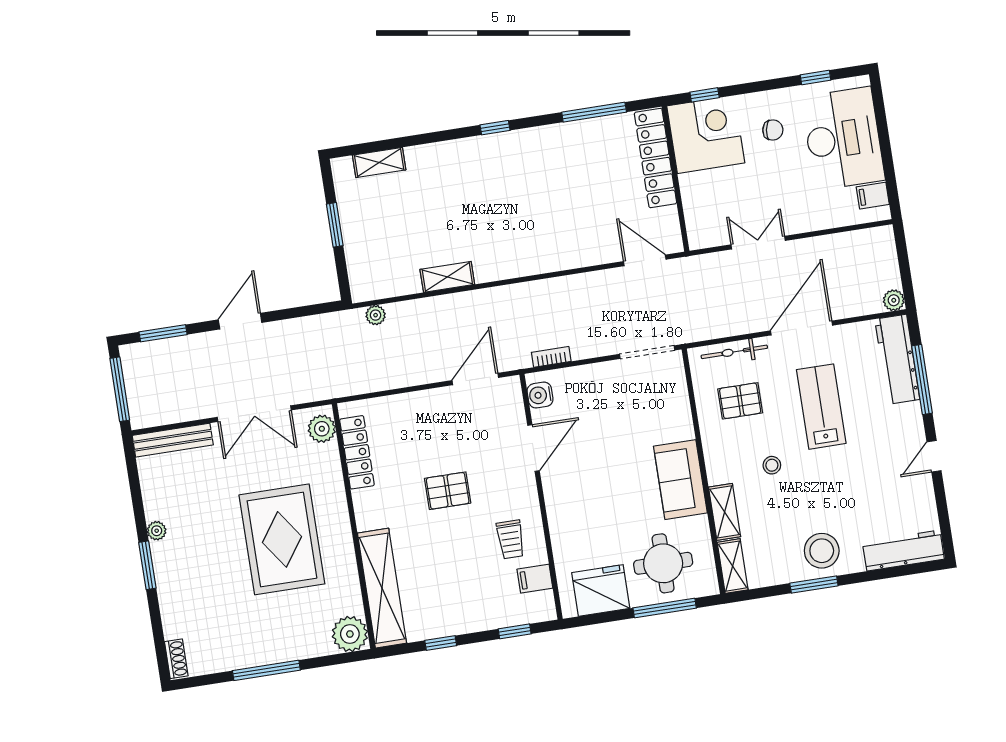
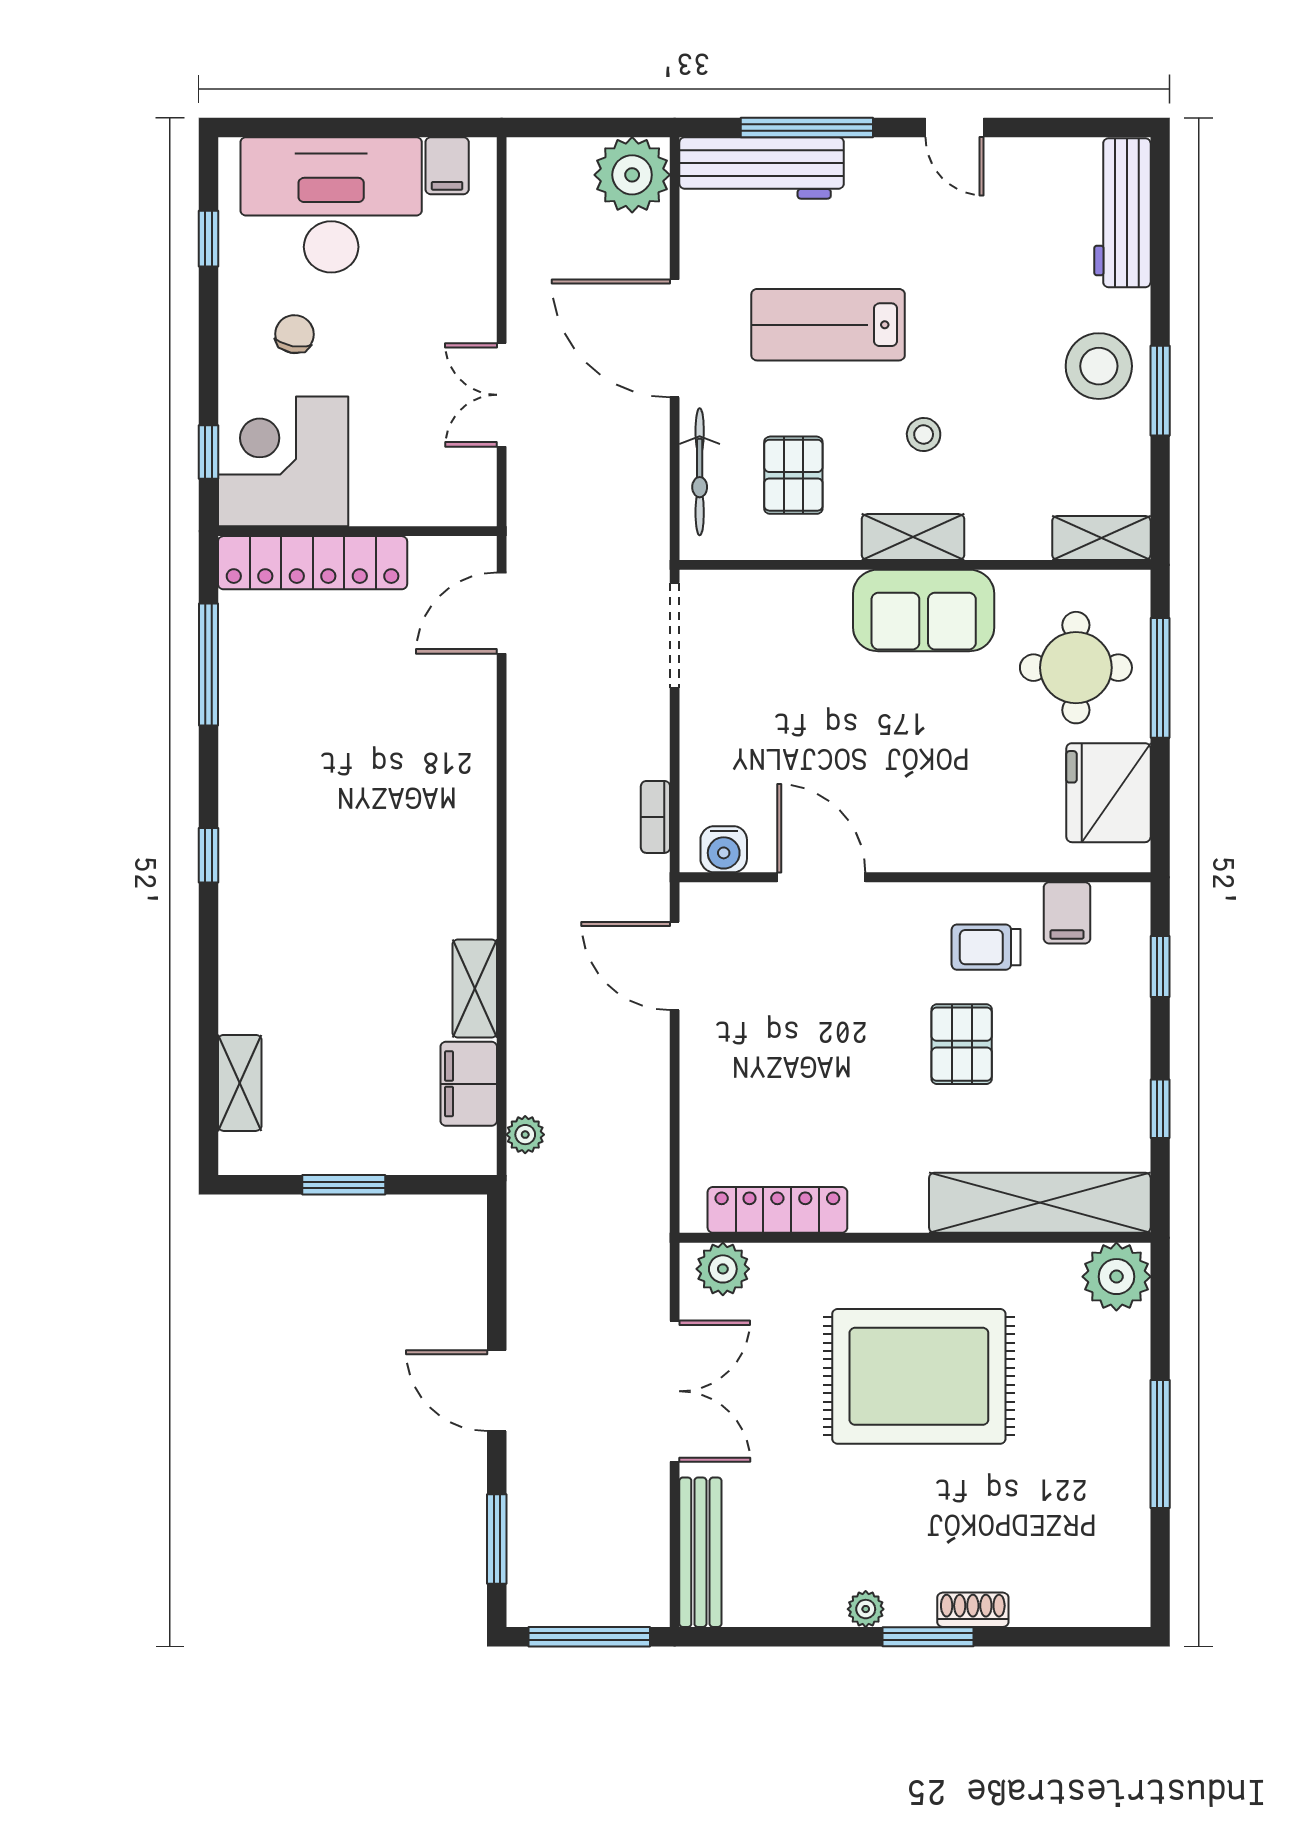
filing cabinet: (397, 282) -> (469, 1084), added
plant: (894, 300) -> (632, 175), width x1.87, depth x1.87
pallet: (448, 491) -> (962, 1044), moved
shelving: (725, 512) -> (913, 537), moved
trolley: (511, 539) -> (986, 947), turned 180
shoe rack: (176, 659) -> (973, 1610), moved

